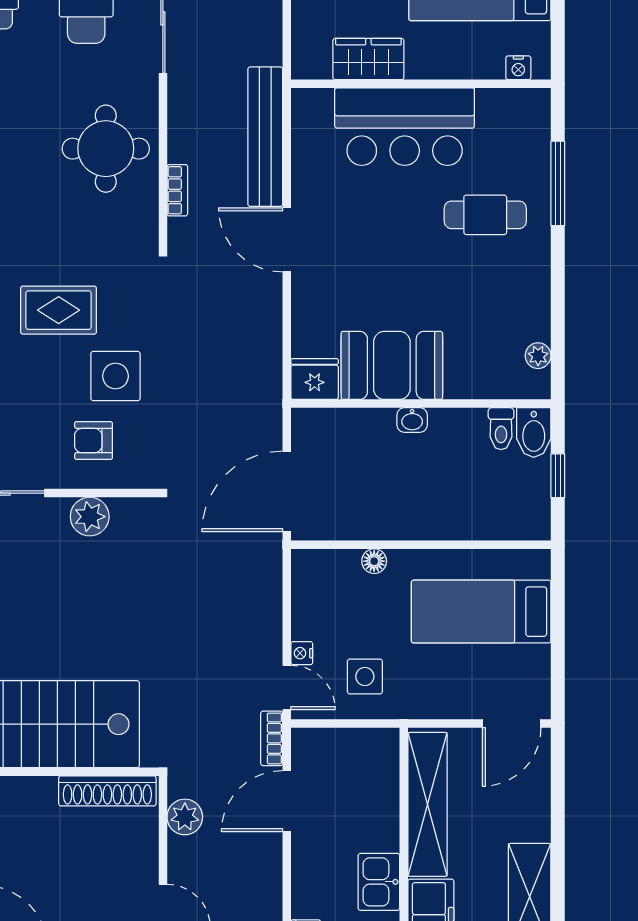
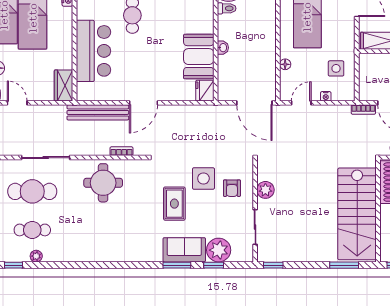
wardrobe: (368, 59) -> (64, 85), moved
door: (287, 687) -> (301, 103), moved

